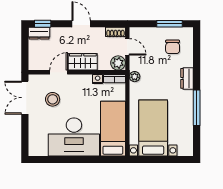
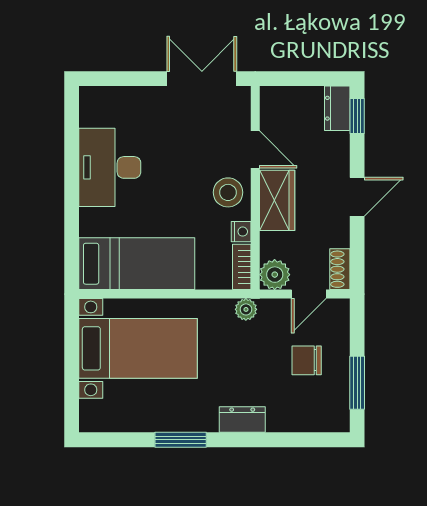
chair: (173, 47) -> (307, 360), moved
stool: (53, 99) -> (228, 192), moved
window: (197, 108) -> (181, 440), width x0.69
desk: (74, 137) -> (110, 167), width x0.73, depth x0.77

